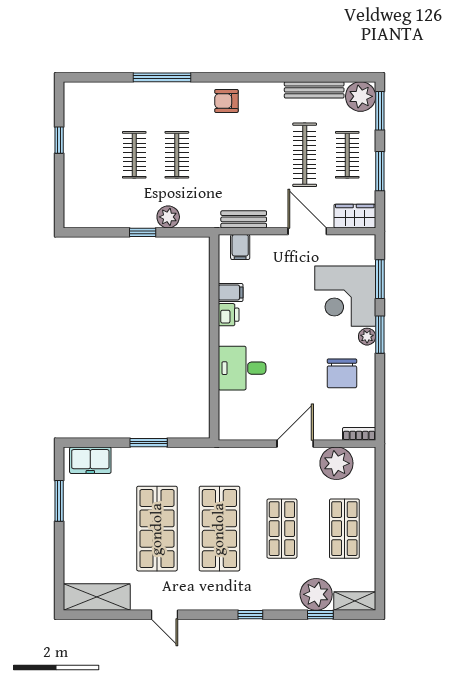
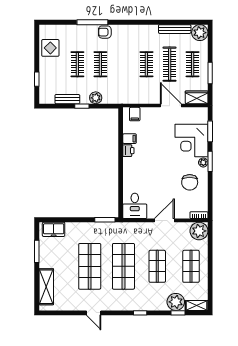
armchair: (226, 101) -> (105, 32), moved
window: (380, 111) -> (210, 40), removed
display table: (84, 125) -> (50, 48), added
window: (59, 140) -> (37, 79), moved
clothes rail: (262, 155) -> (146, 64), added
bench: (244, 219) -> (67, 99), moved
desk: (242, 368) -> (135, 206), moved, turned -90
window: (149, 443) -> (105, 220), moved
plant: (336, 463) -> (199, 231), moved
shelving: (97, 597) -> (46, 287), moved, turned 90

